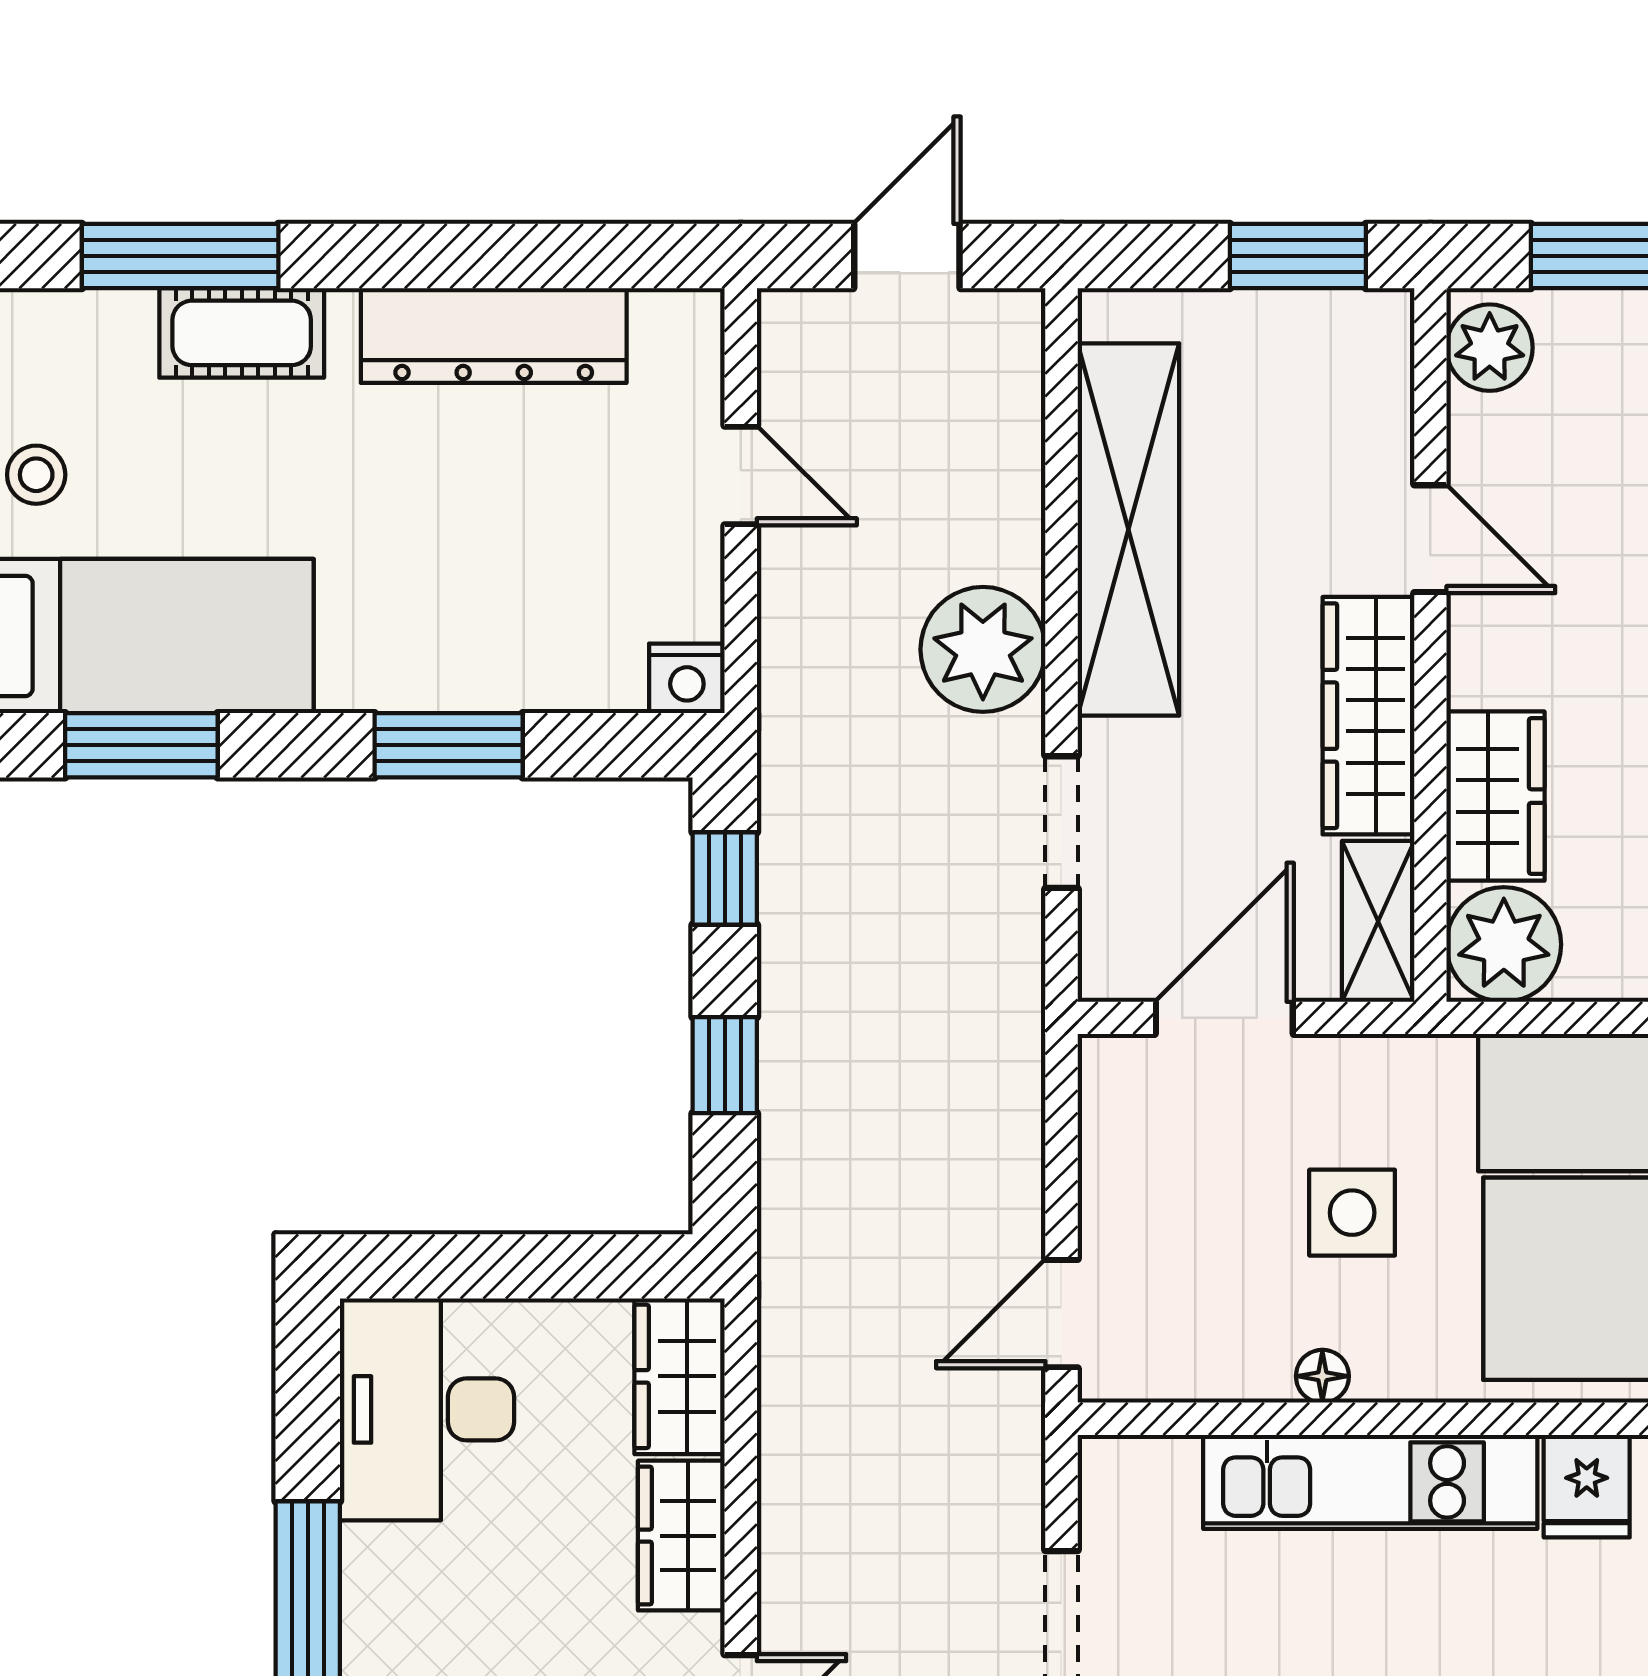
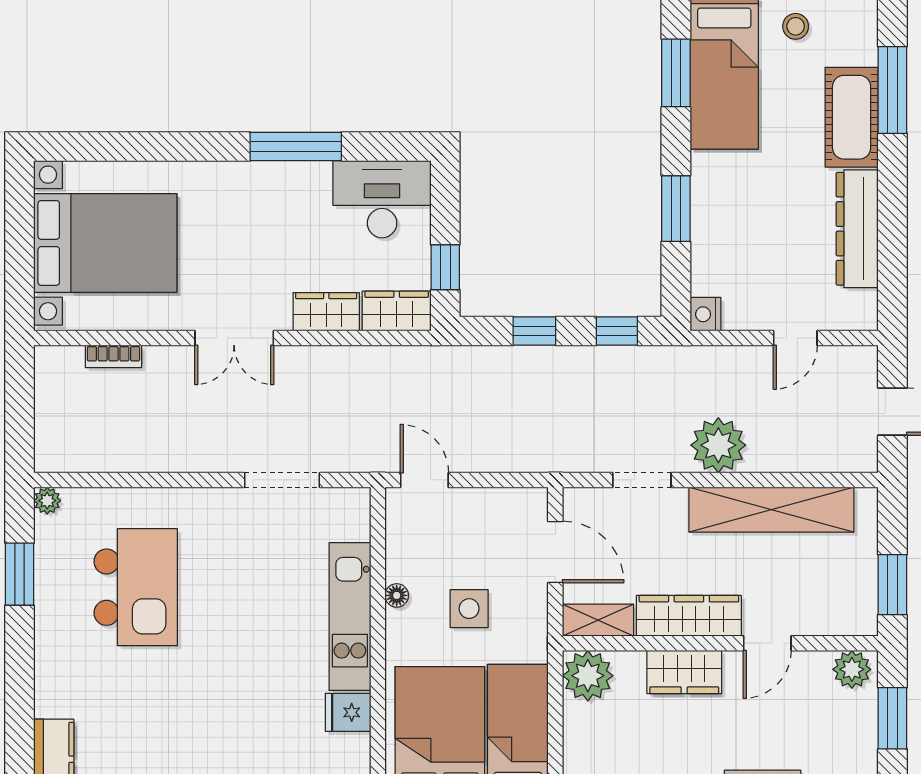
cot: (242, 333) -> (852, 117), width x1.37, depth x1.34
wardrobe: (1495, 796) -> (684, 672), moved
window: (581, 1266) -> (445, 267), added

